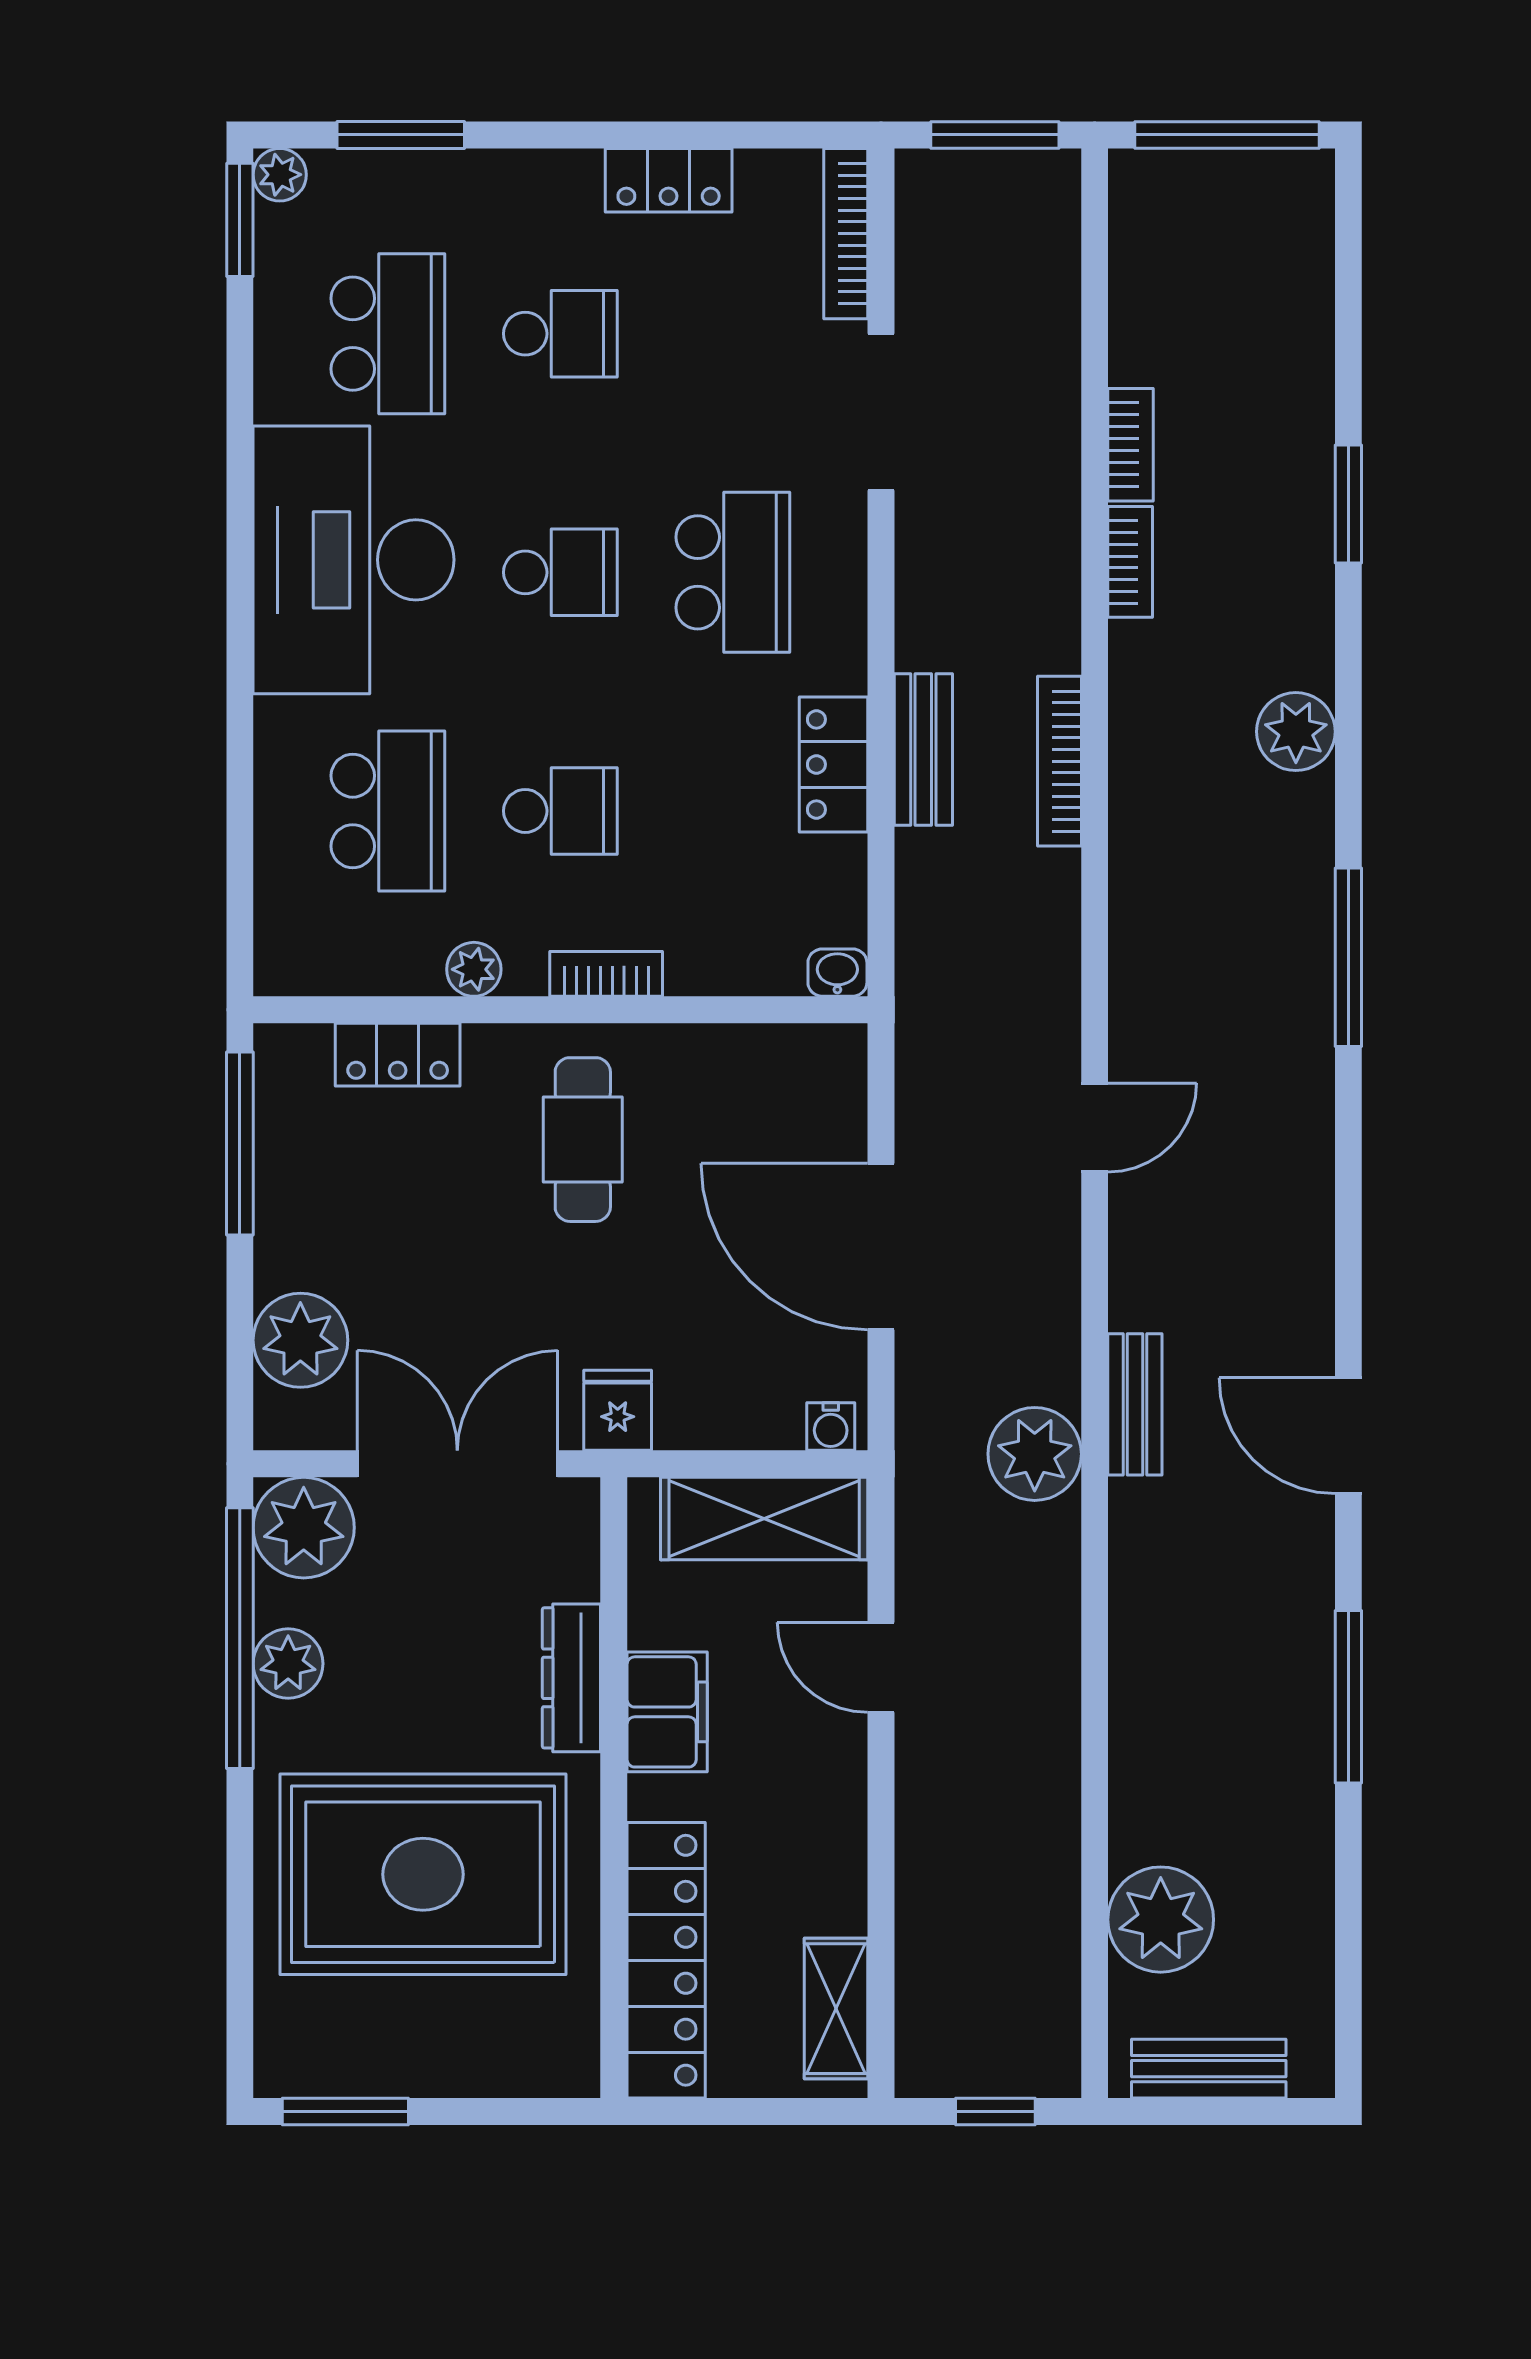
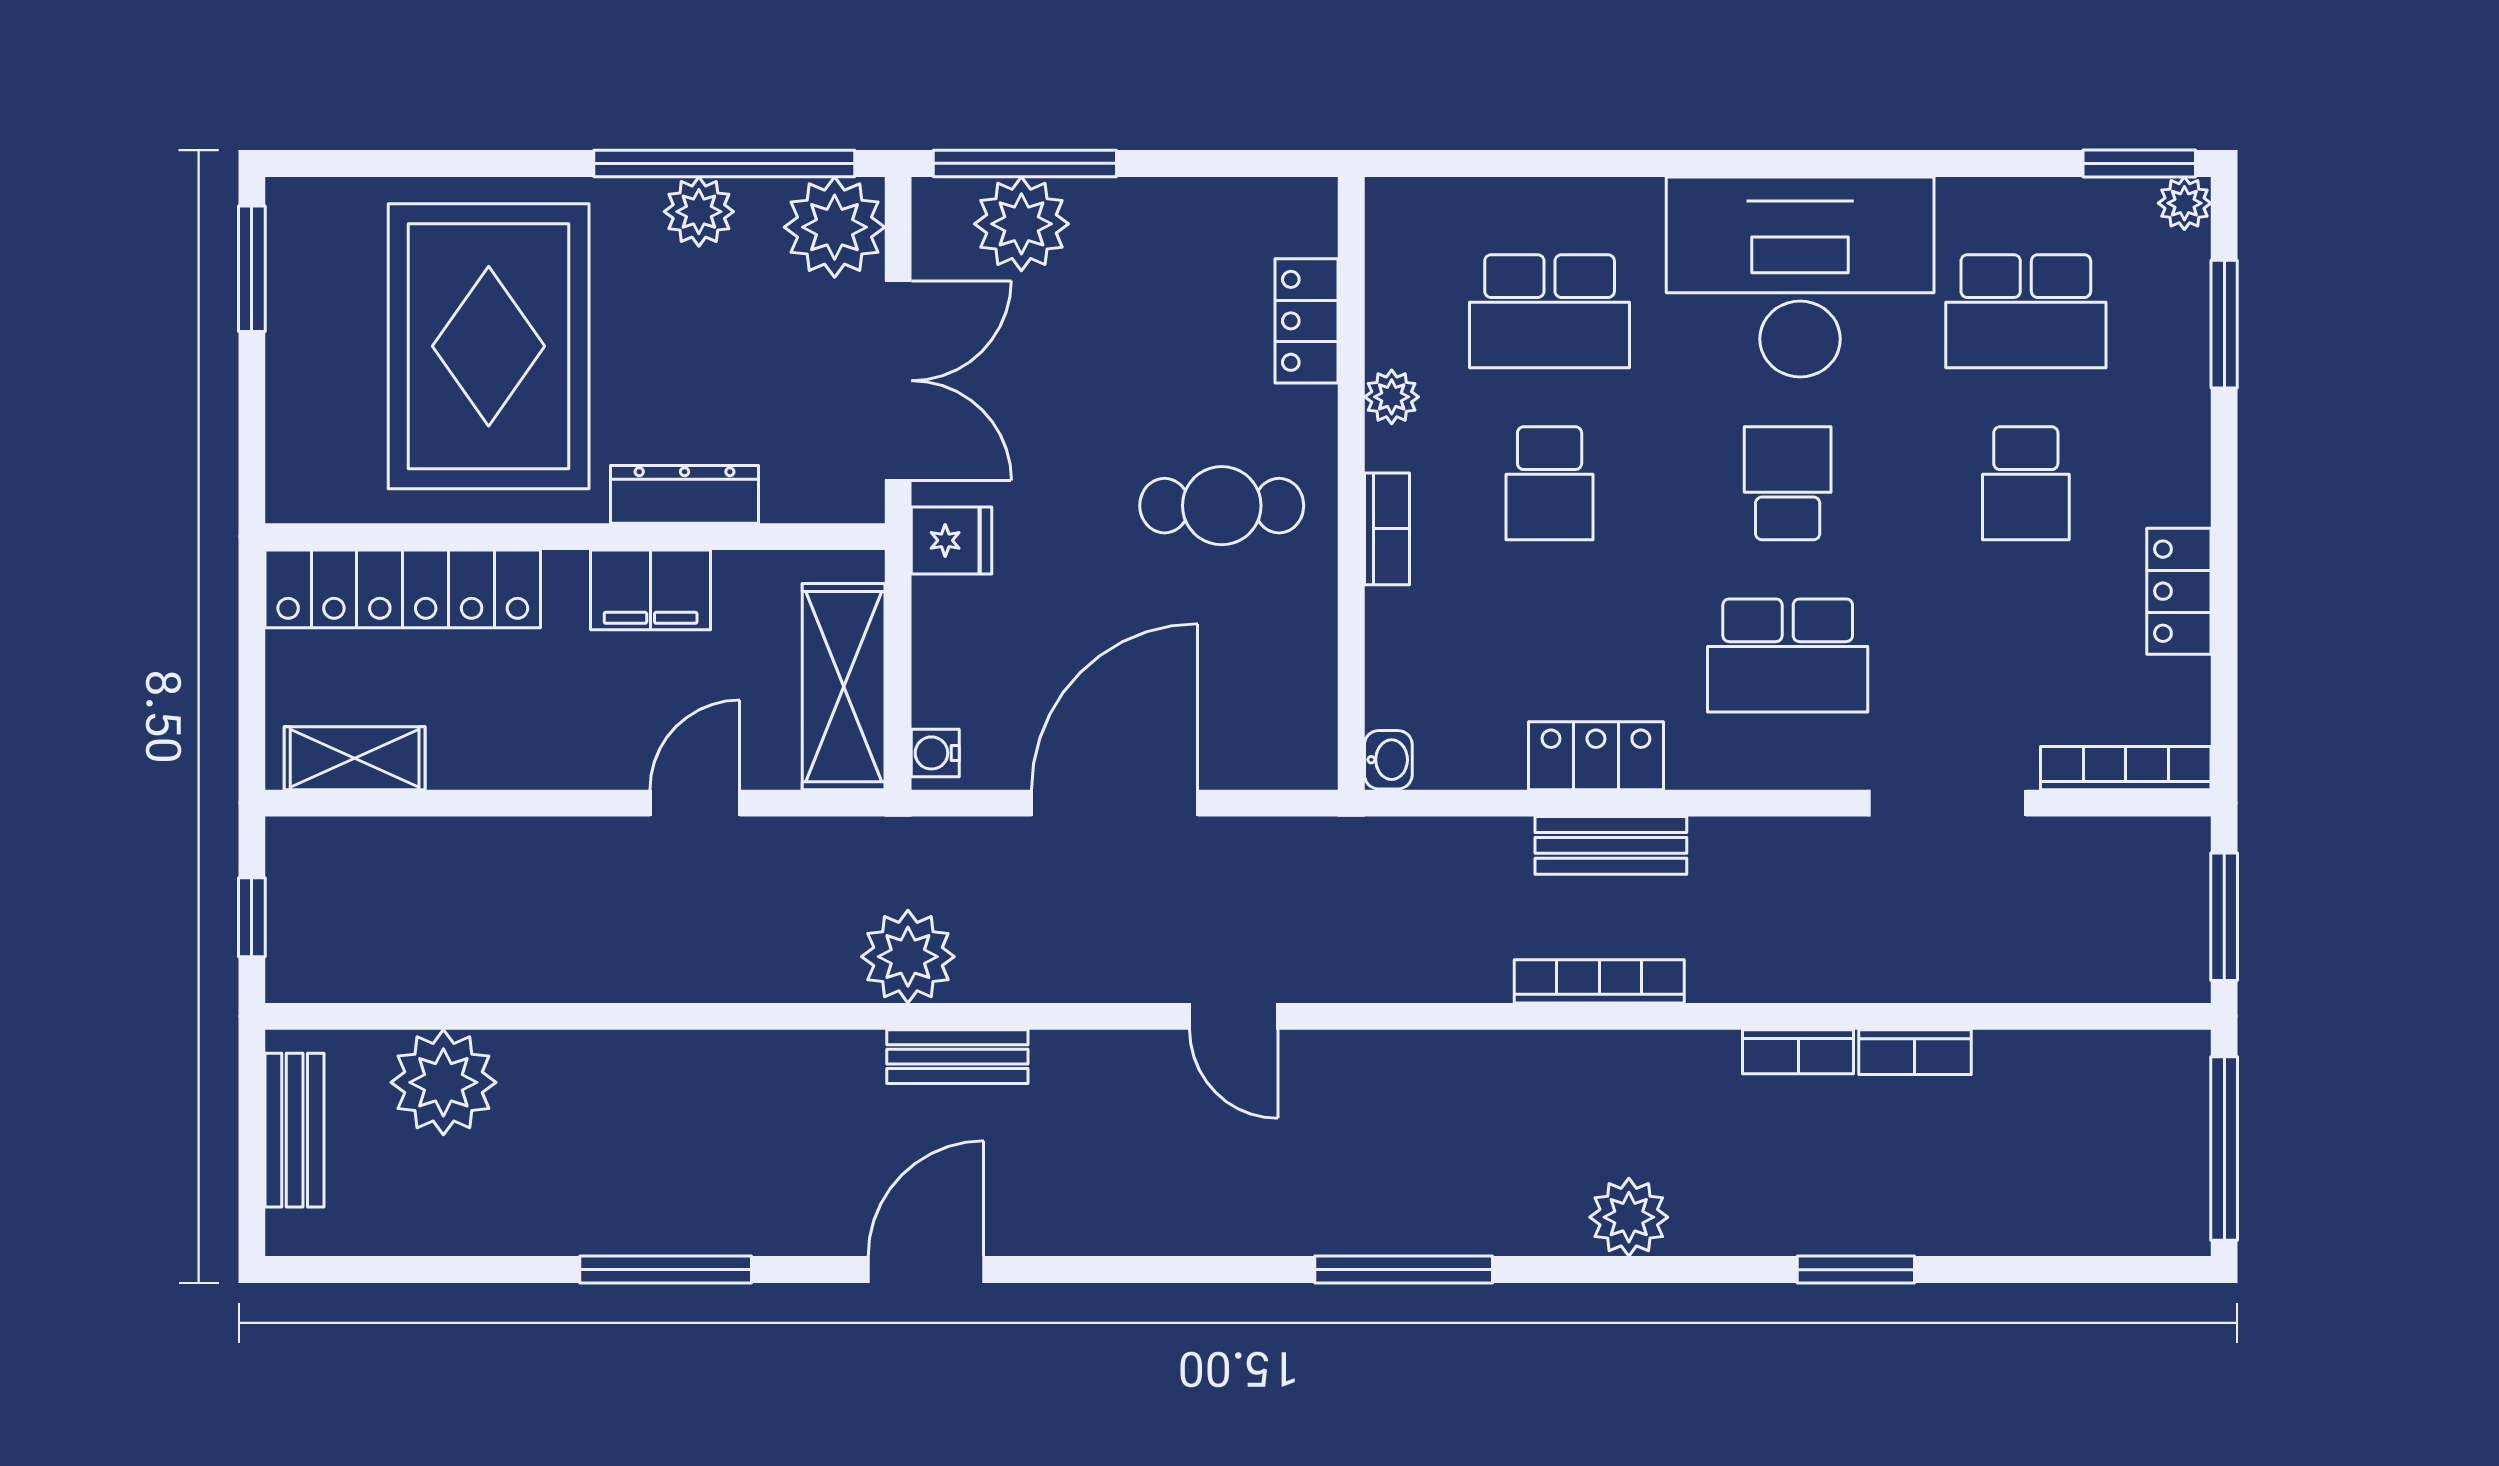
school desk: (560, 572) -> (1788, 483), turned 180
window: (240, 1143) -> (1025, 163), moved

